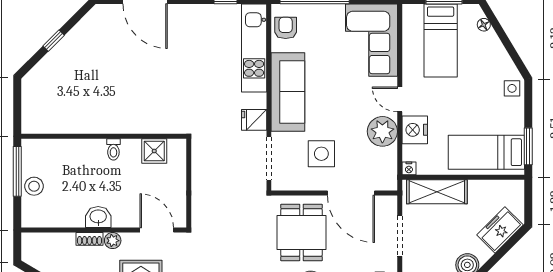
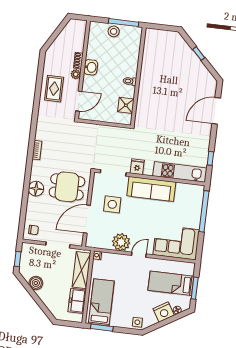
armchair: (286, 28) -> (190, 192), removed
nightstand: (415, 130) -> (164, 312), moved, turned 149
freezer: (500, 230) -> (77, 301), moved, turned -135

